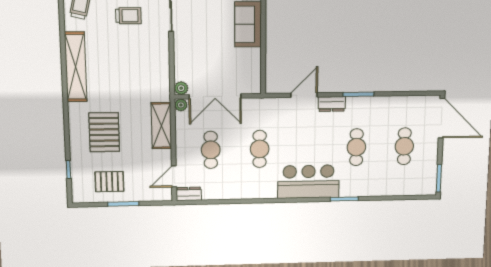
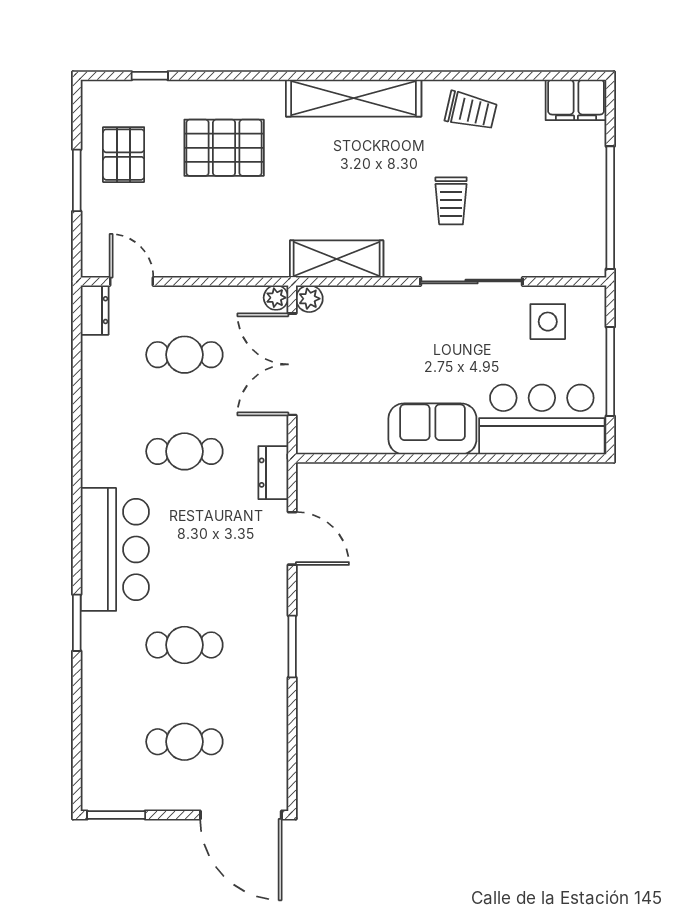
dresser: (332, 104) -> (273, 473), moved
door: (442, 118) -> (241, 815), hinge flipped
shelving: (161, 126) -> (337, 259), moved

